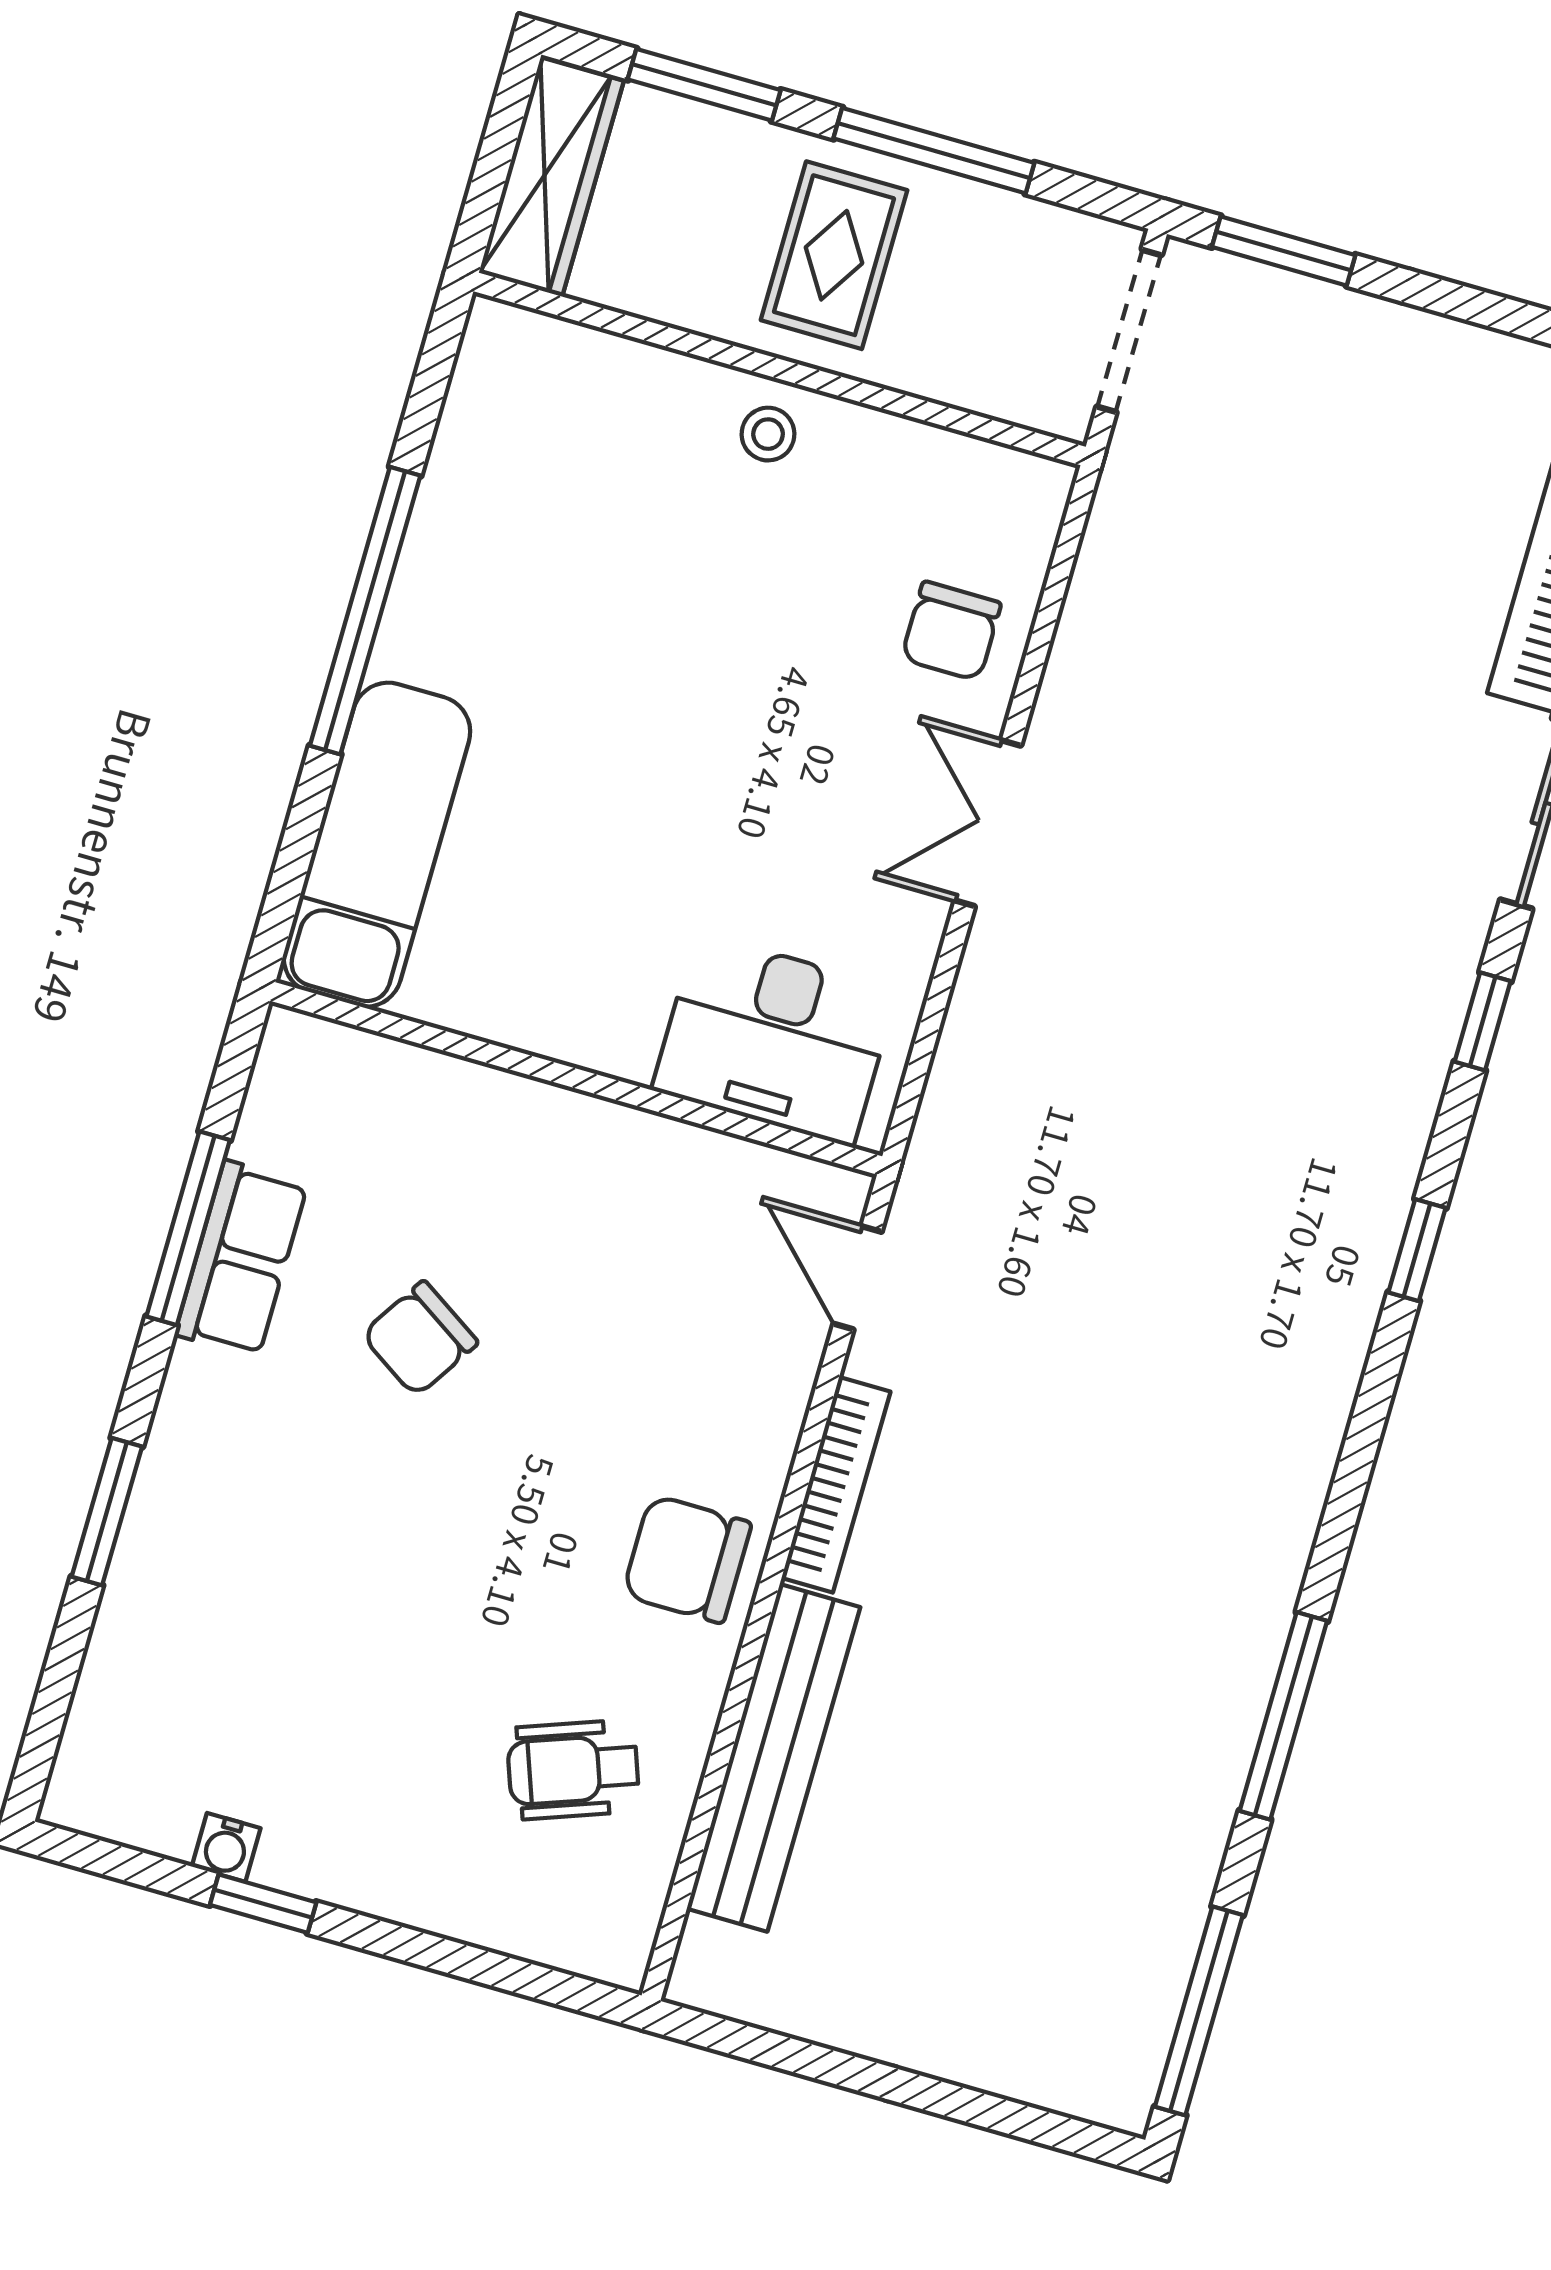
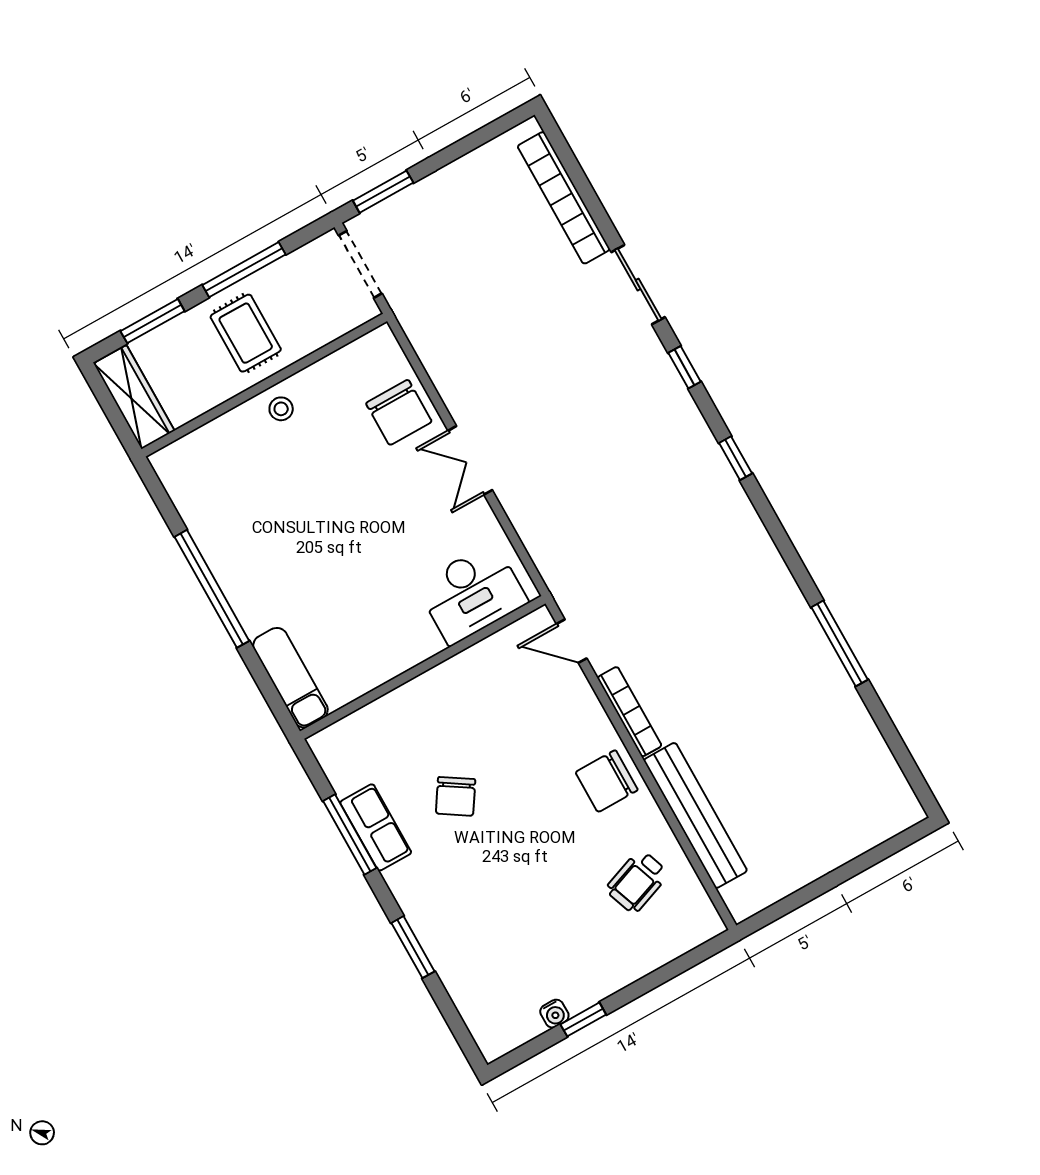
chair: (951, 631) -> (399, 412), width x1.37, depth x1.37
exam couch: (377, 845) -> (290, 678), width x0.73, depth x0.69
window: (1199, 2011) -> (905, 761), removed

